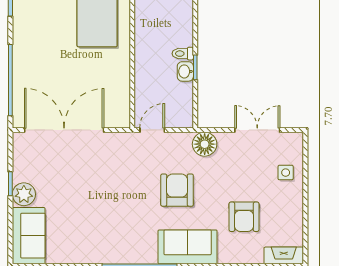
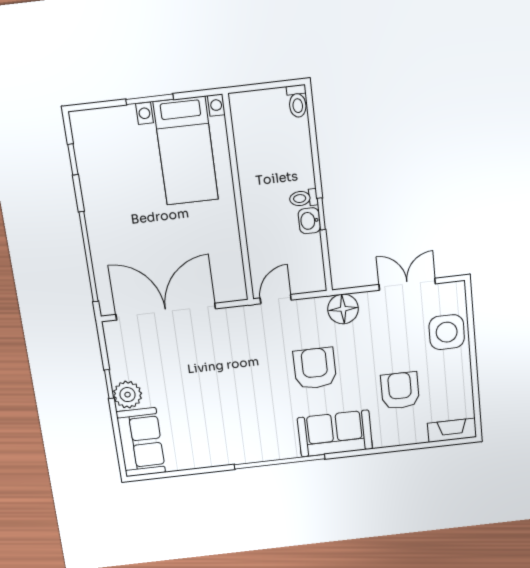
side table: (286, 173) -> (447, 332), width x1.87, depth x1.87
armchair: (244, 217) -> (400, 391), turned 180

